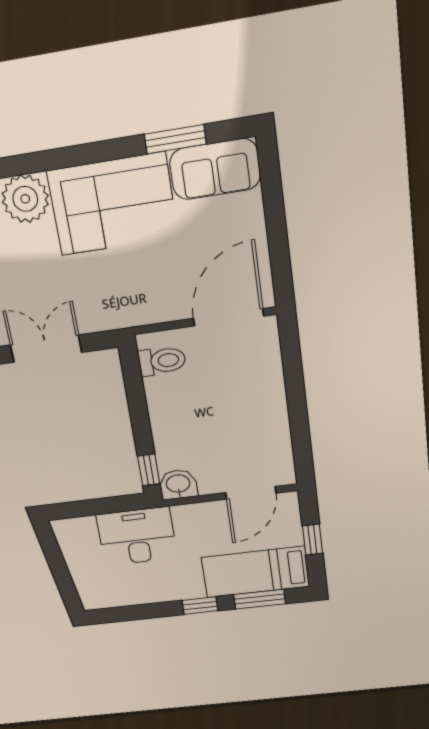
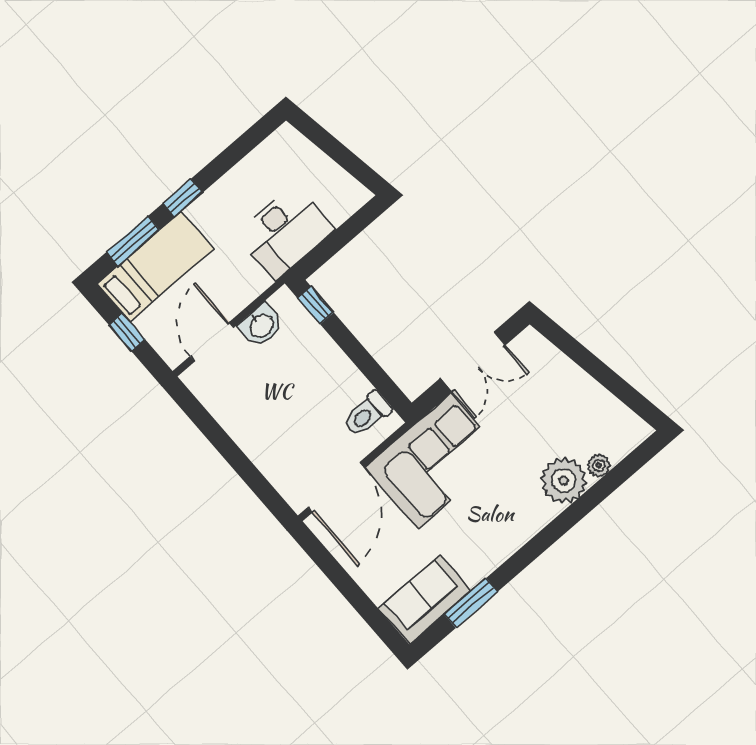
corner sofa: (113, 204) -> (434, 461), moved, turned 180
washbasin: (178, 484) -> (261, 325), moved

